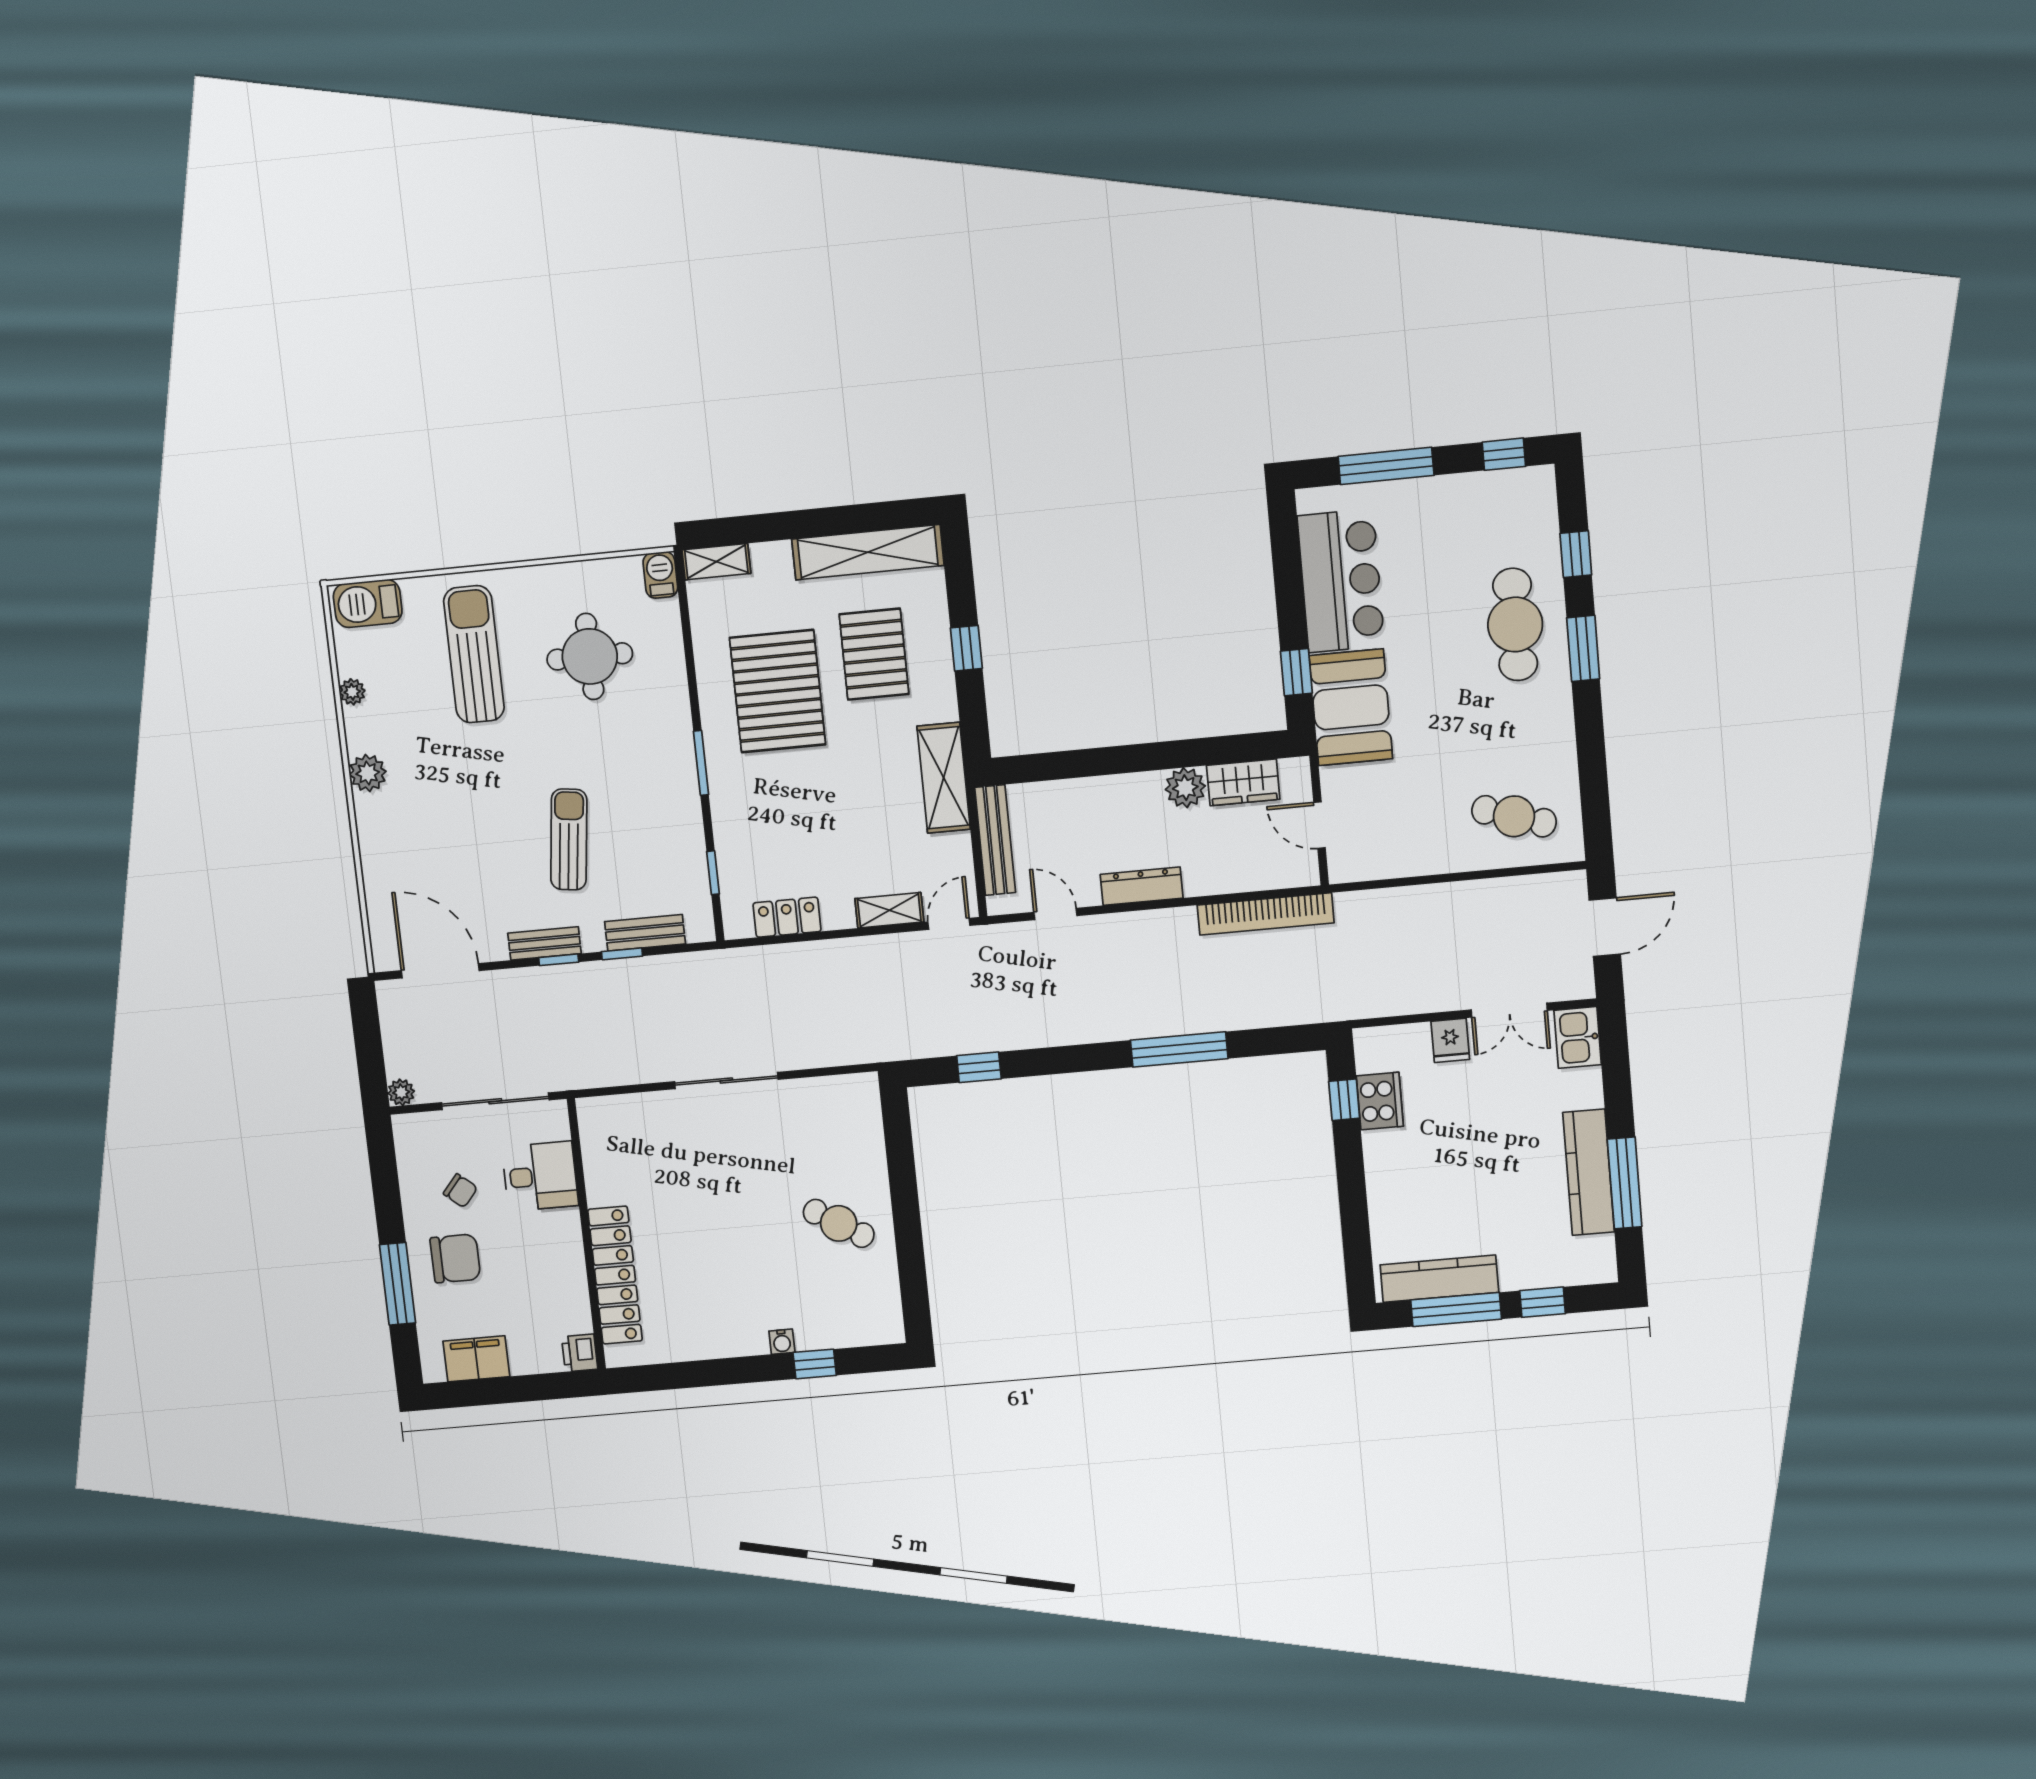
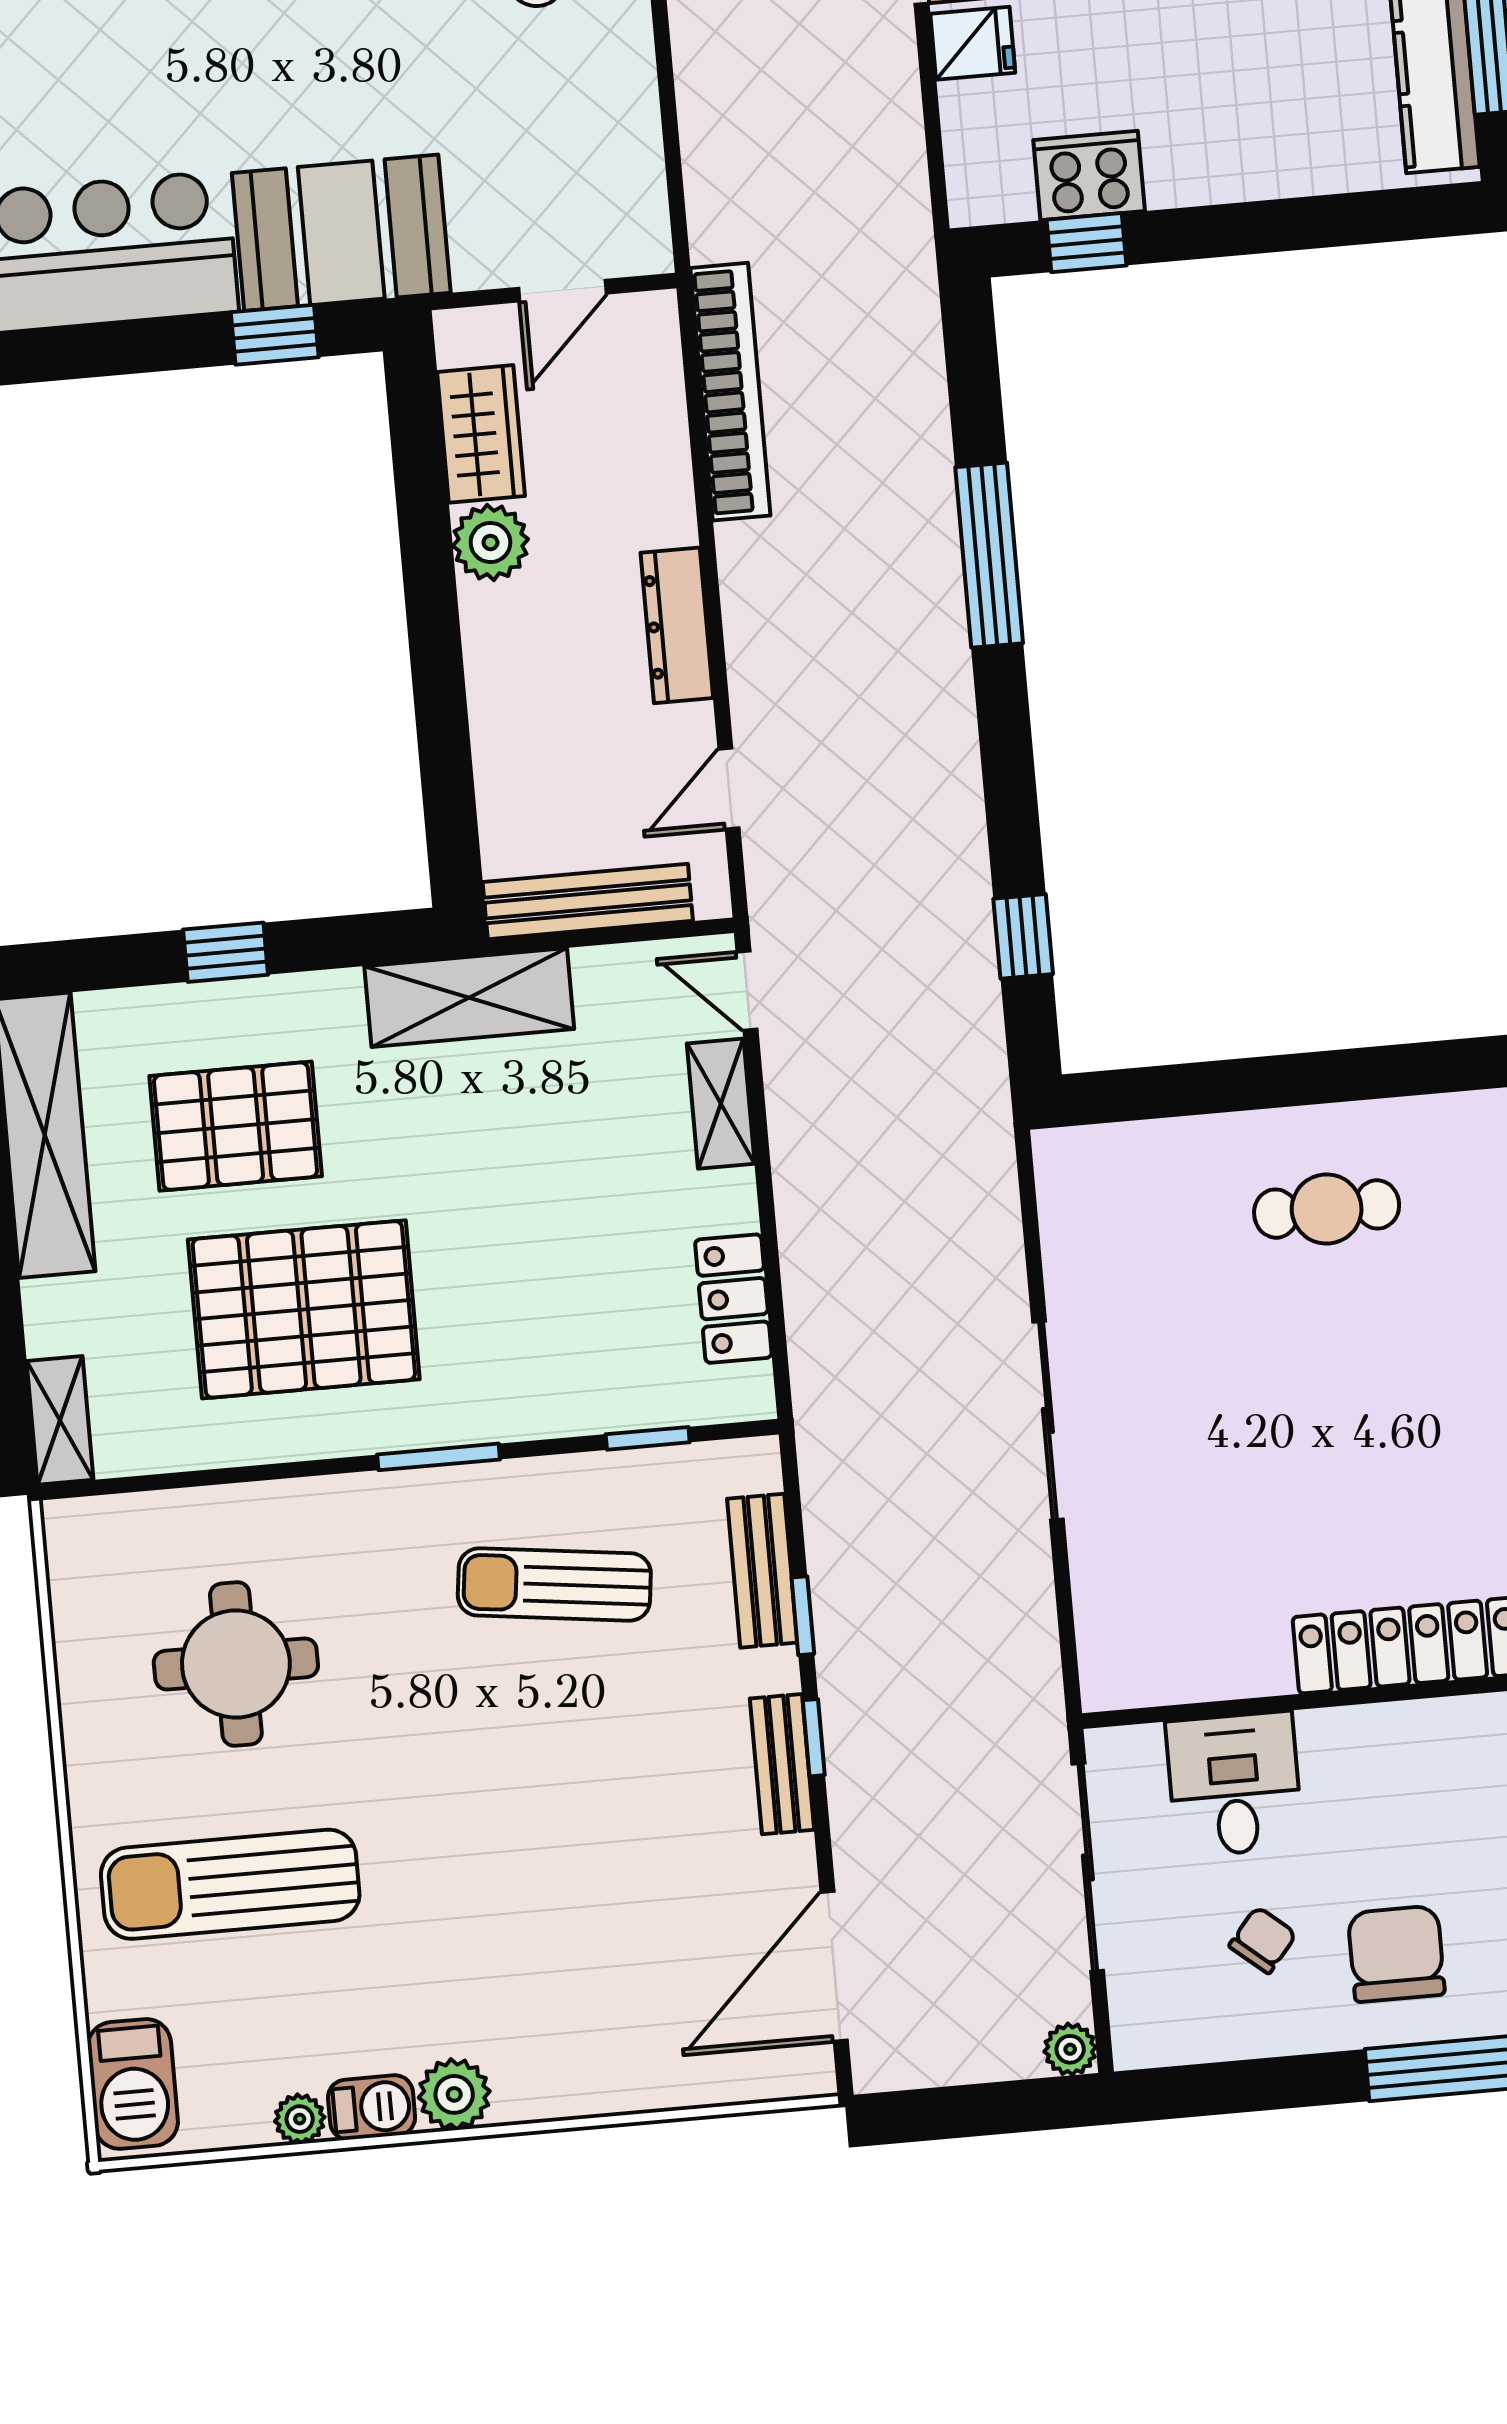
barbecue: (660, 575) -> (372, 2107), moved, turned 180
sun lounger: (569, 839) -> (554, 1584), moved
cafe table: (839, 1223) -> (1327, 1209), turned 58

